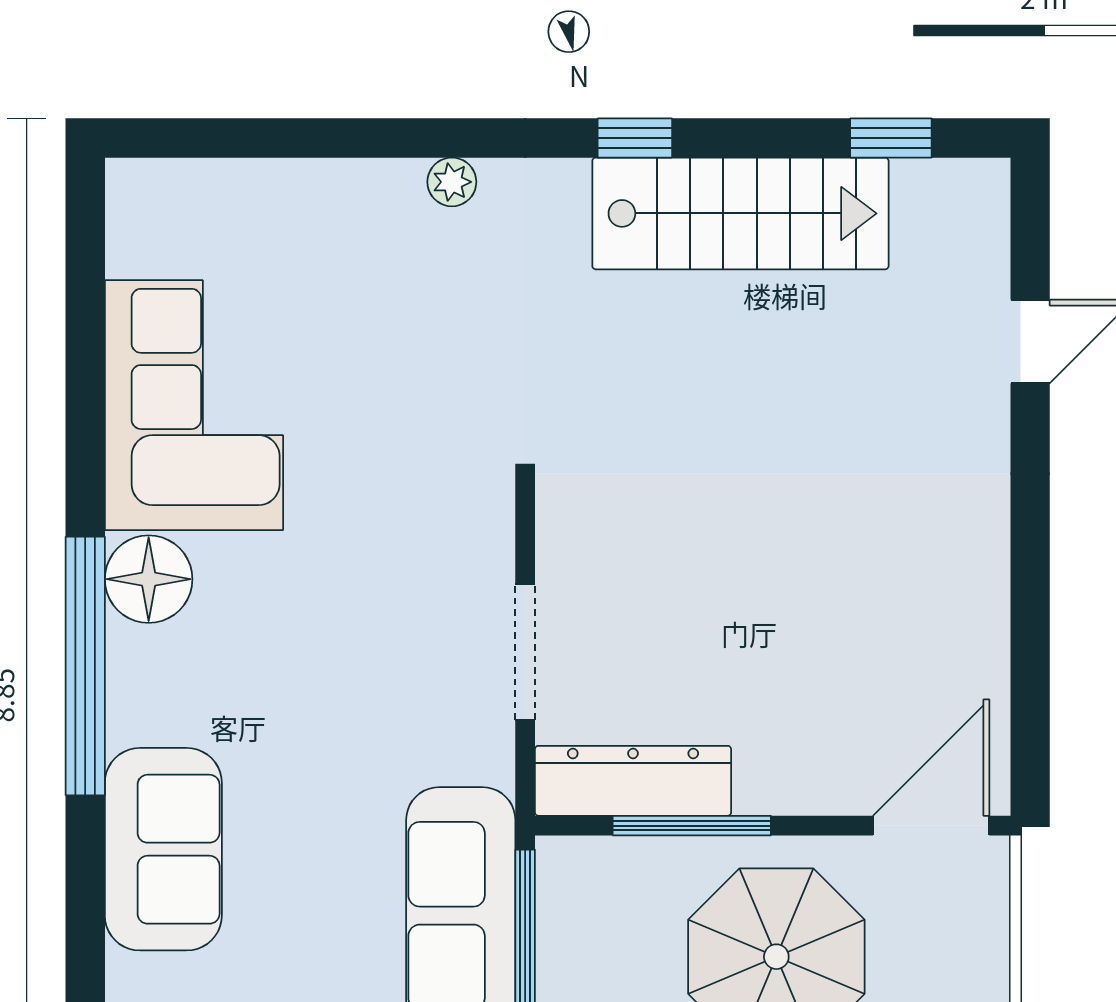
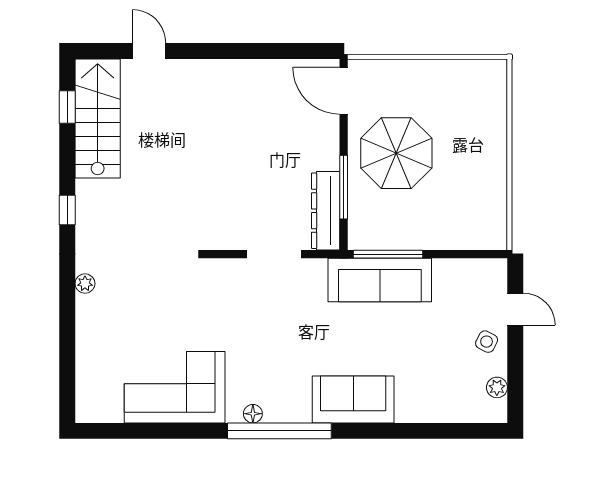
stairs: (740, 213) -> (98, 118), moved
floor lamp: (149, 579) -> (253, 414), width x0.53, depth x0.53

